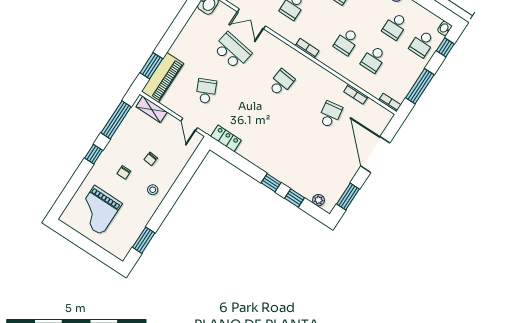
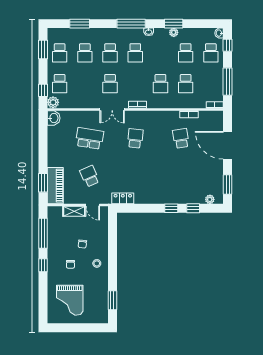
double door: (251, 19) -> (112, 109), moved
shelving: (152, 109) -> (74, 211), moved

